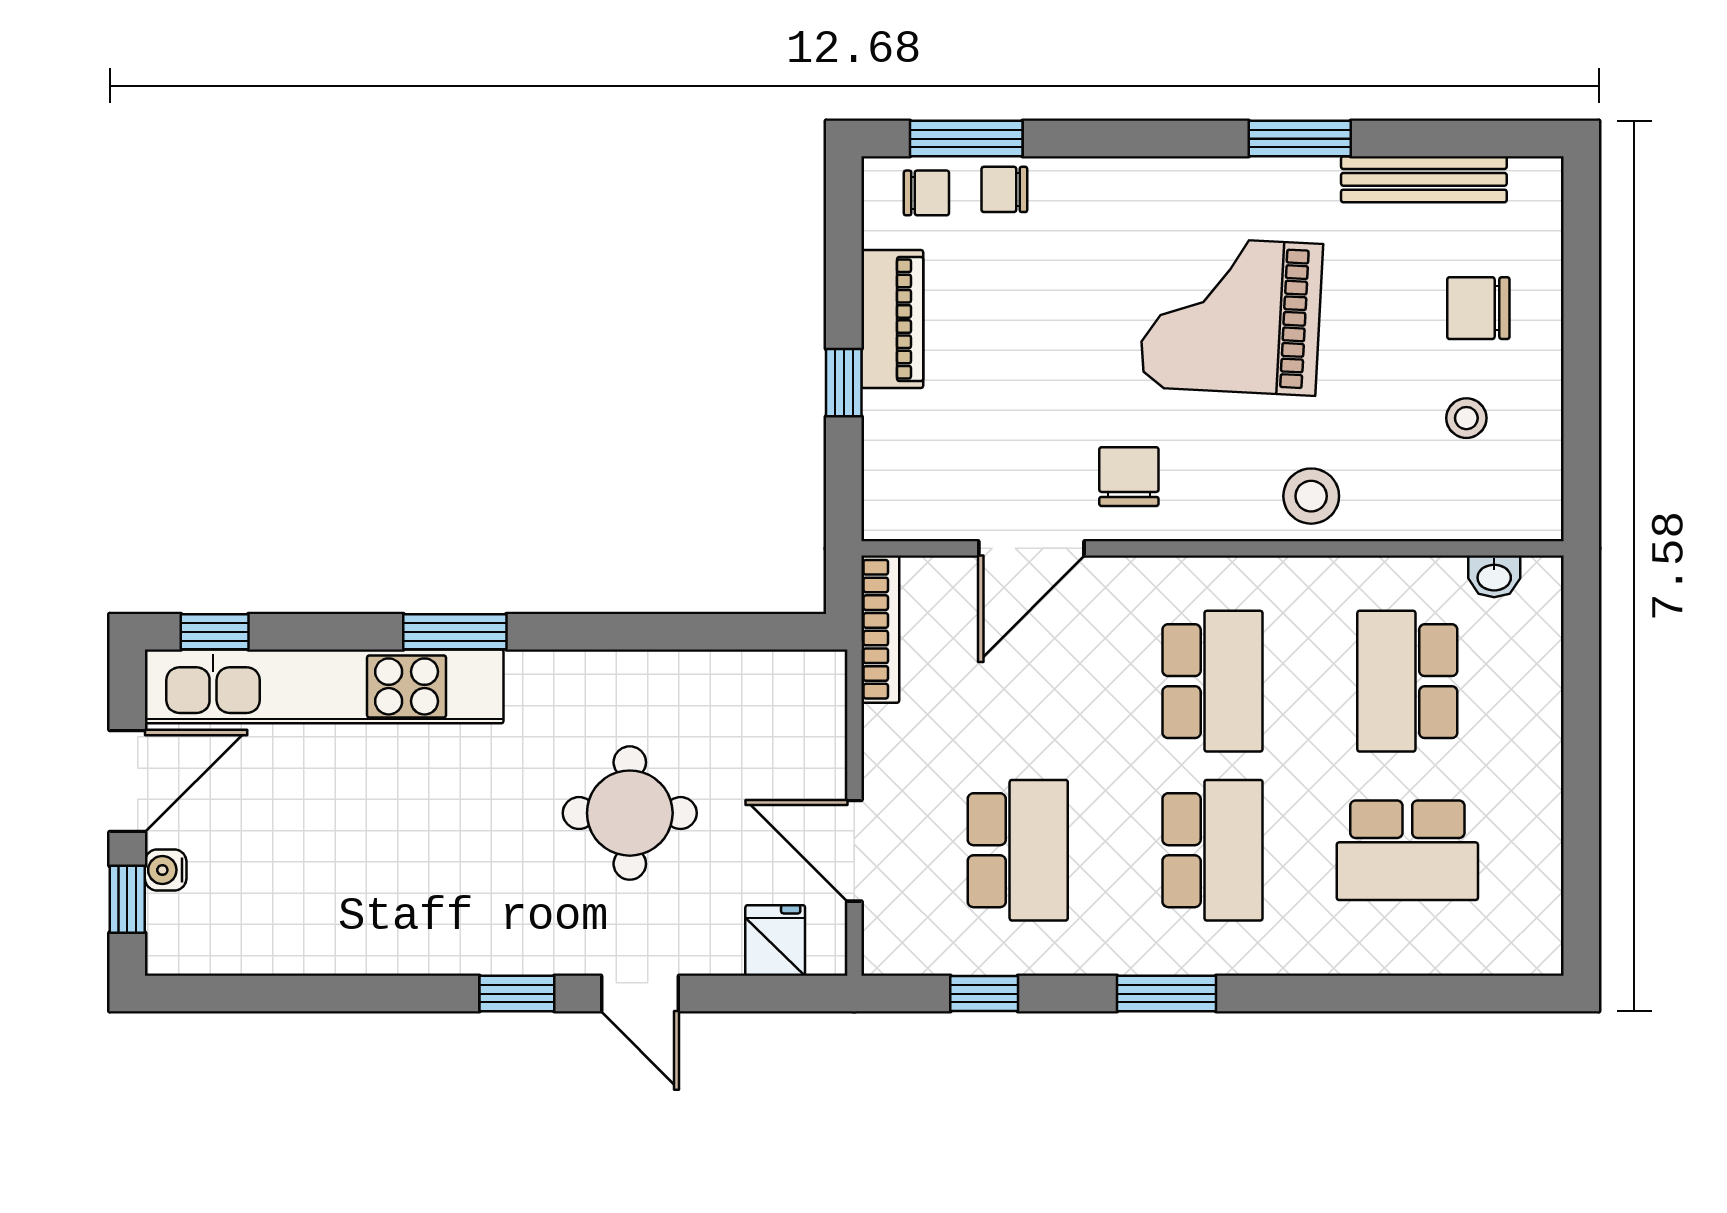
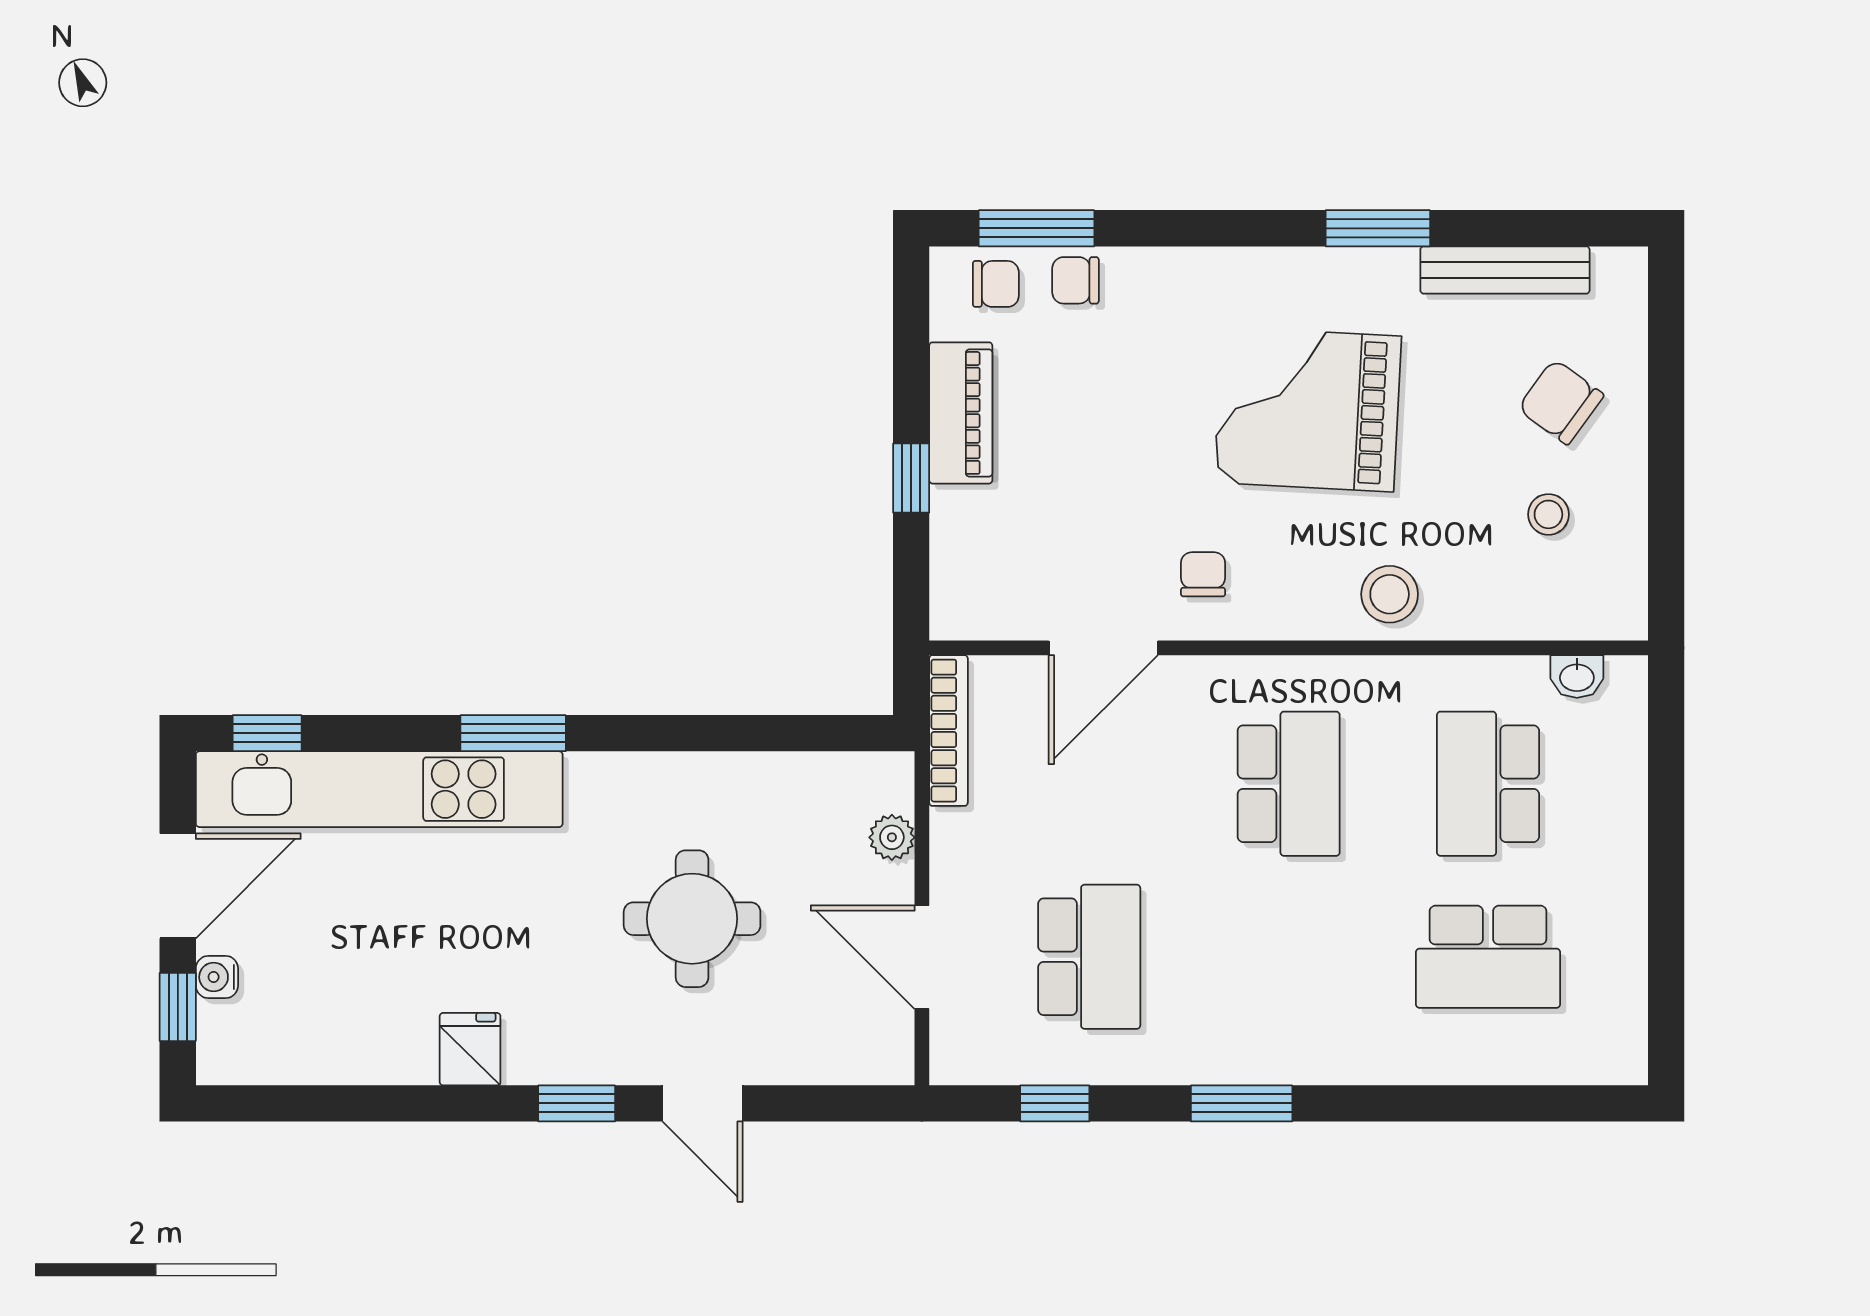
chair: (1478, 308) -> (1561, 402), turned 36
chair: (1129, 477) -> (1203, 574), width x0.73, depth x0.73
plant: (825, 734) -> (892, 837), added
school desk: (1213, 850) -> (1289, 957), removed
fridge: (775, 940) -> (470, 1049), moved

